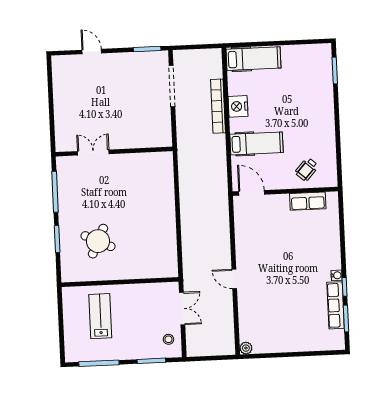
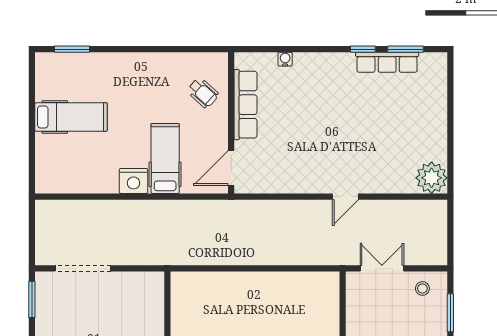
hospital bed: (253, 59) -> (71, 117), moved, turned 90
bookcase: (218, 106) -> (113, 208), removed
nightstand: (238, 106) -> (134, 181), moved
row of seats: (308, 201) -> (246, 105), width x1.48
water cooler: (337, 275) -> (285, 59), moved
plant: (246, 348) -> (432, 178), width x1.87, depth x1.87

